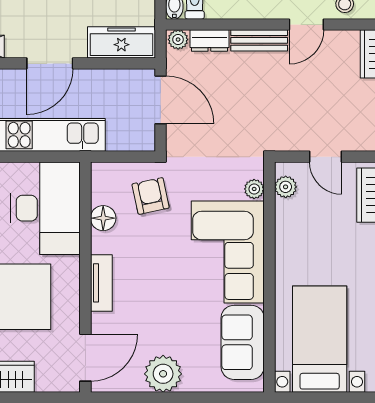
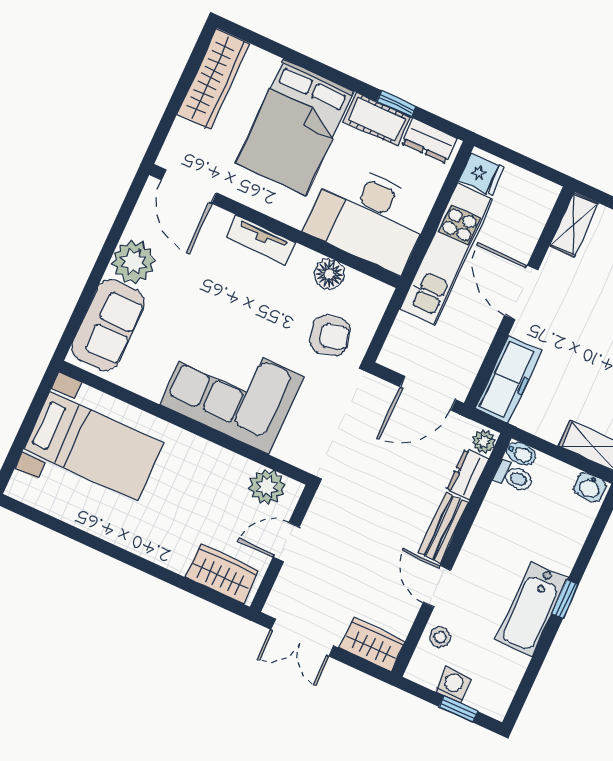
plant: (286, 187) -> (267, 487), width x1.38, depth x1.38
plant: (254, 189) -> (287, 450), removed
sofa: (243, 342) -> (108, 325), moved, turned 90

